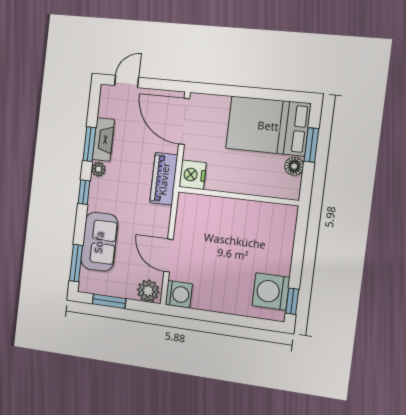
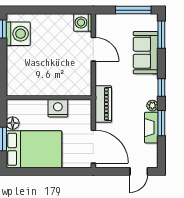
nightstand: (193, 175) -> (58, 108), moved, turned -90
plant: (148, 291) -> (105, 22), removed
window: (109, 301) -> (133, 10), width x1.44

